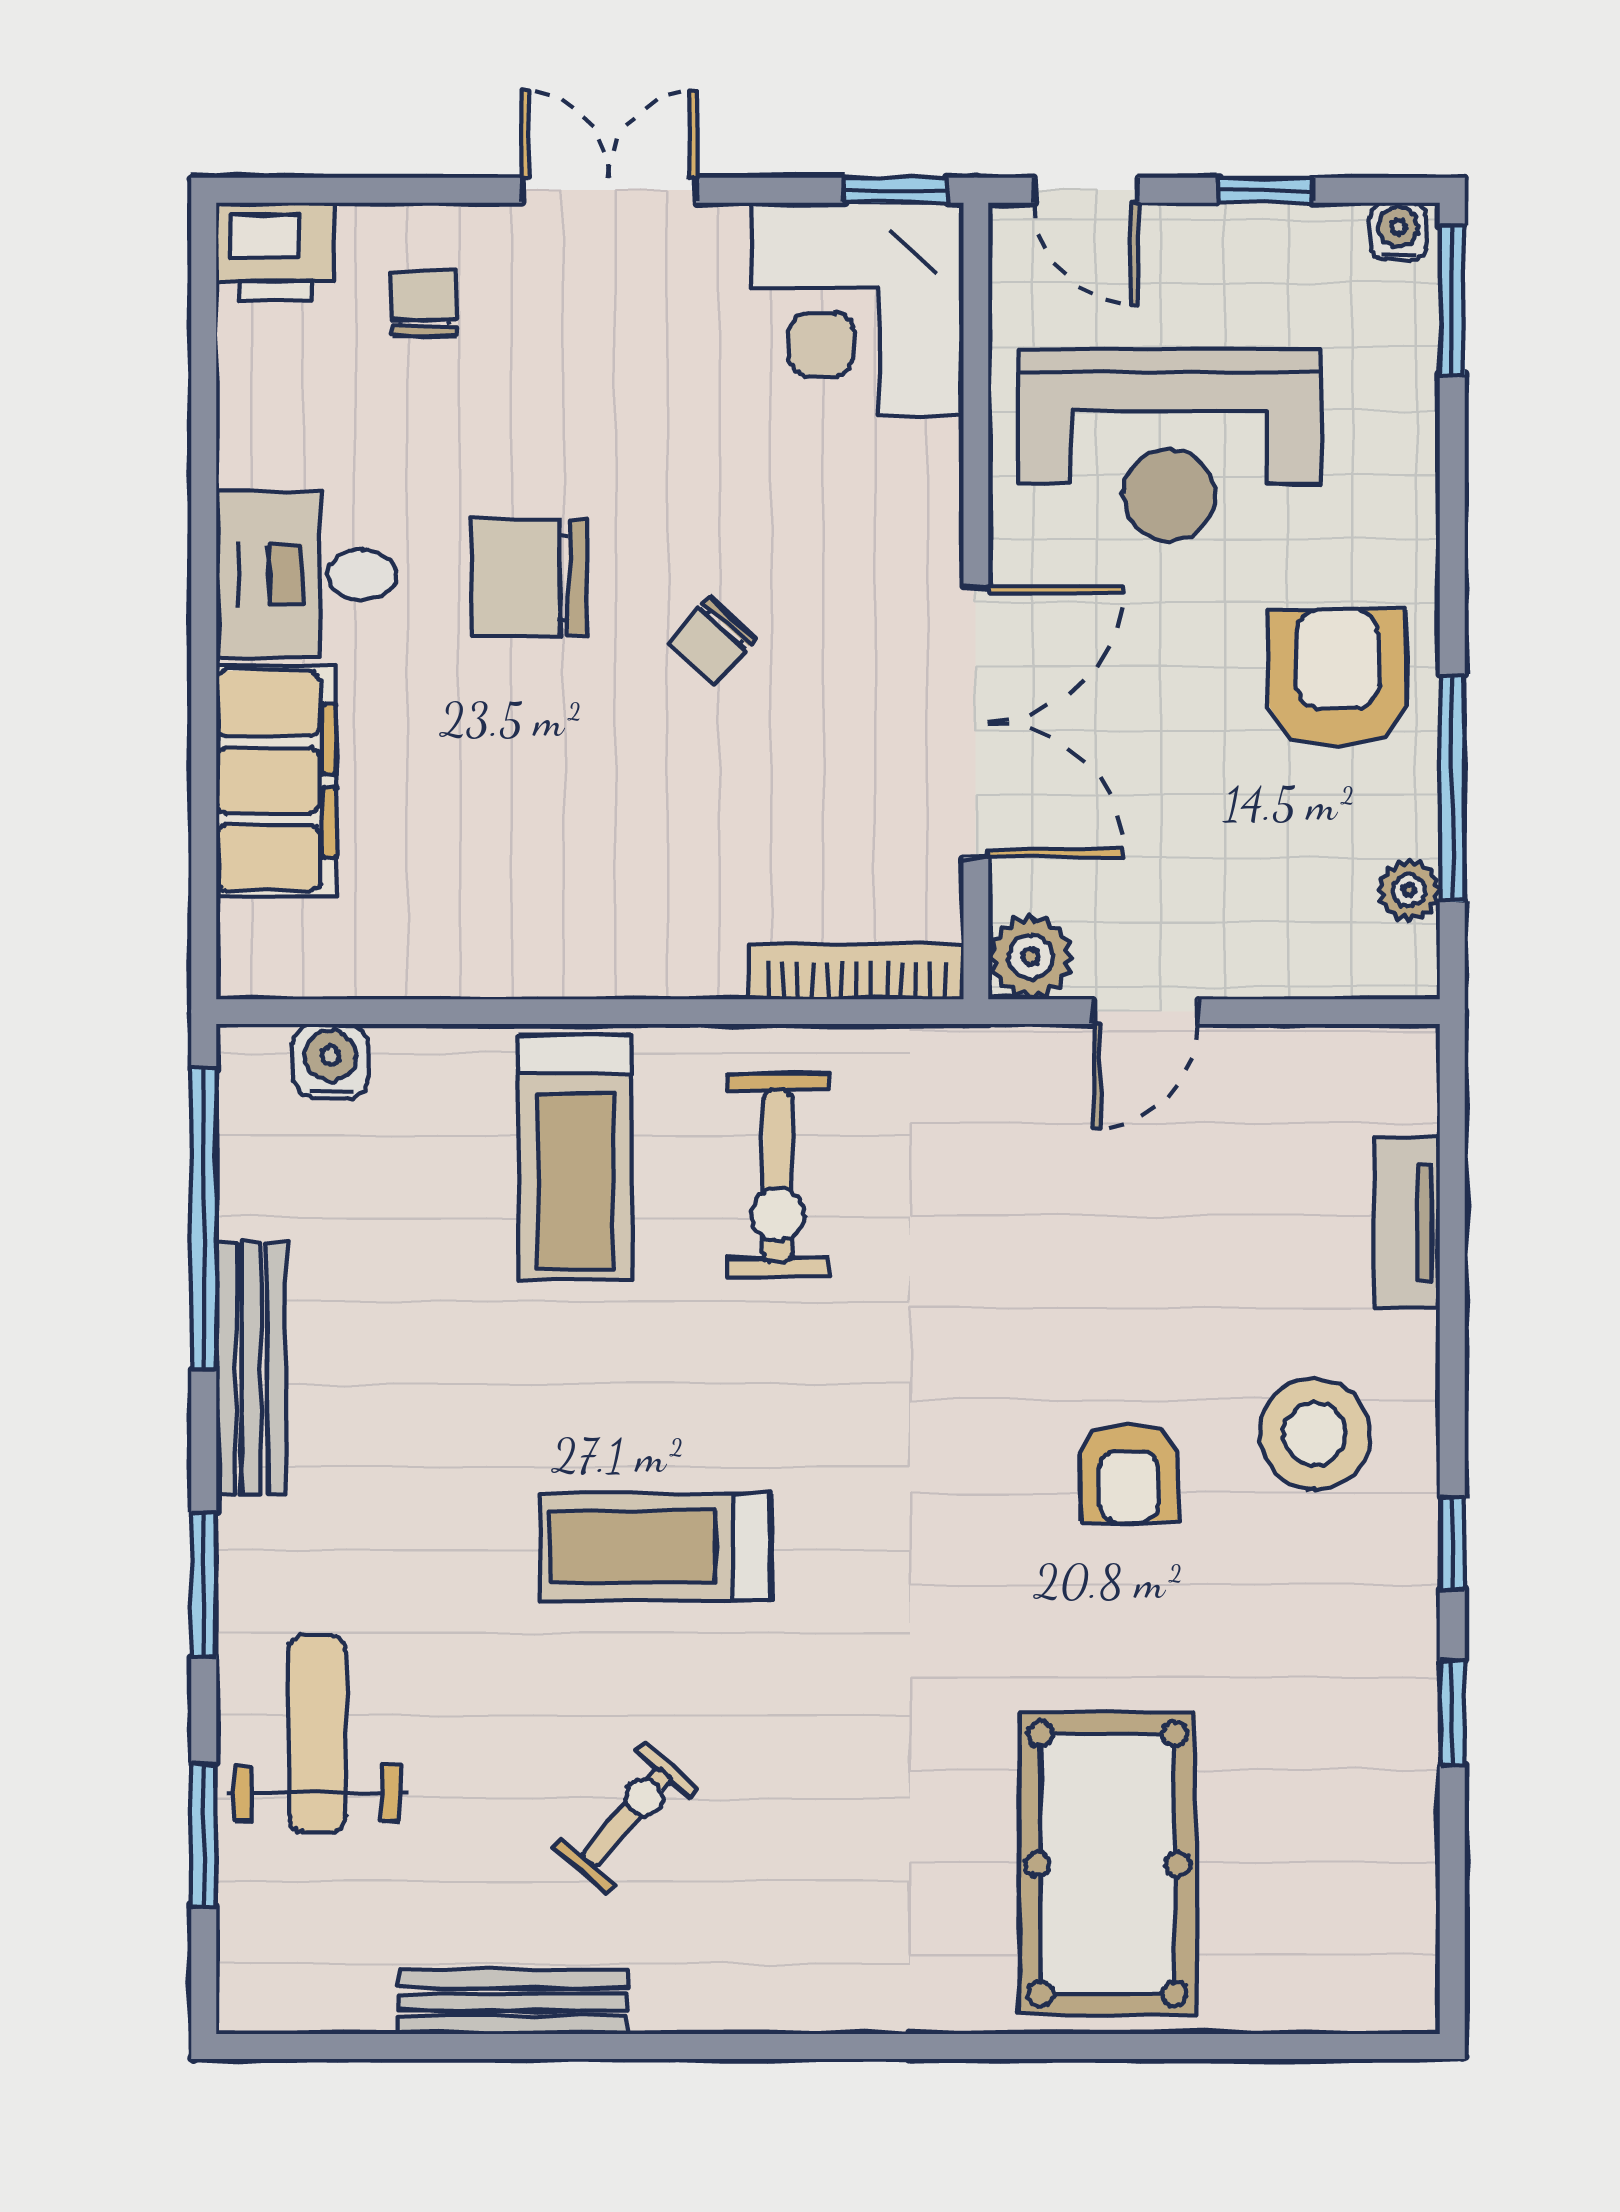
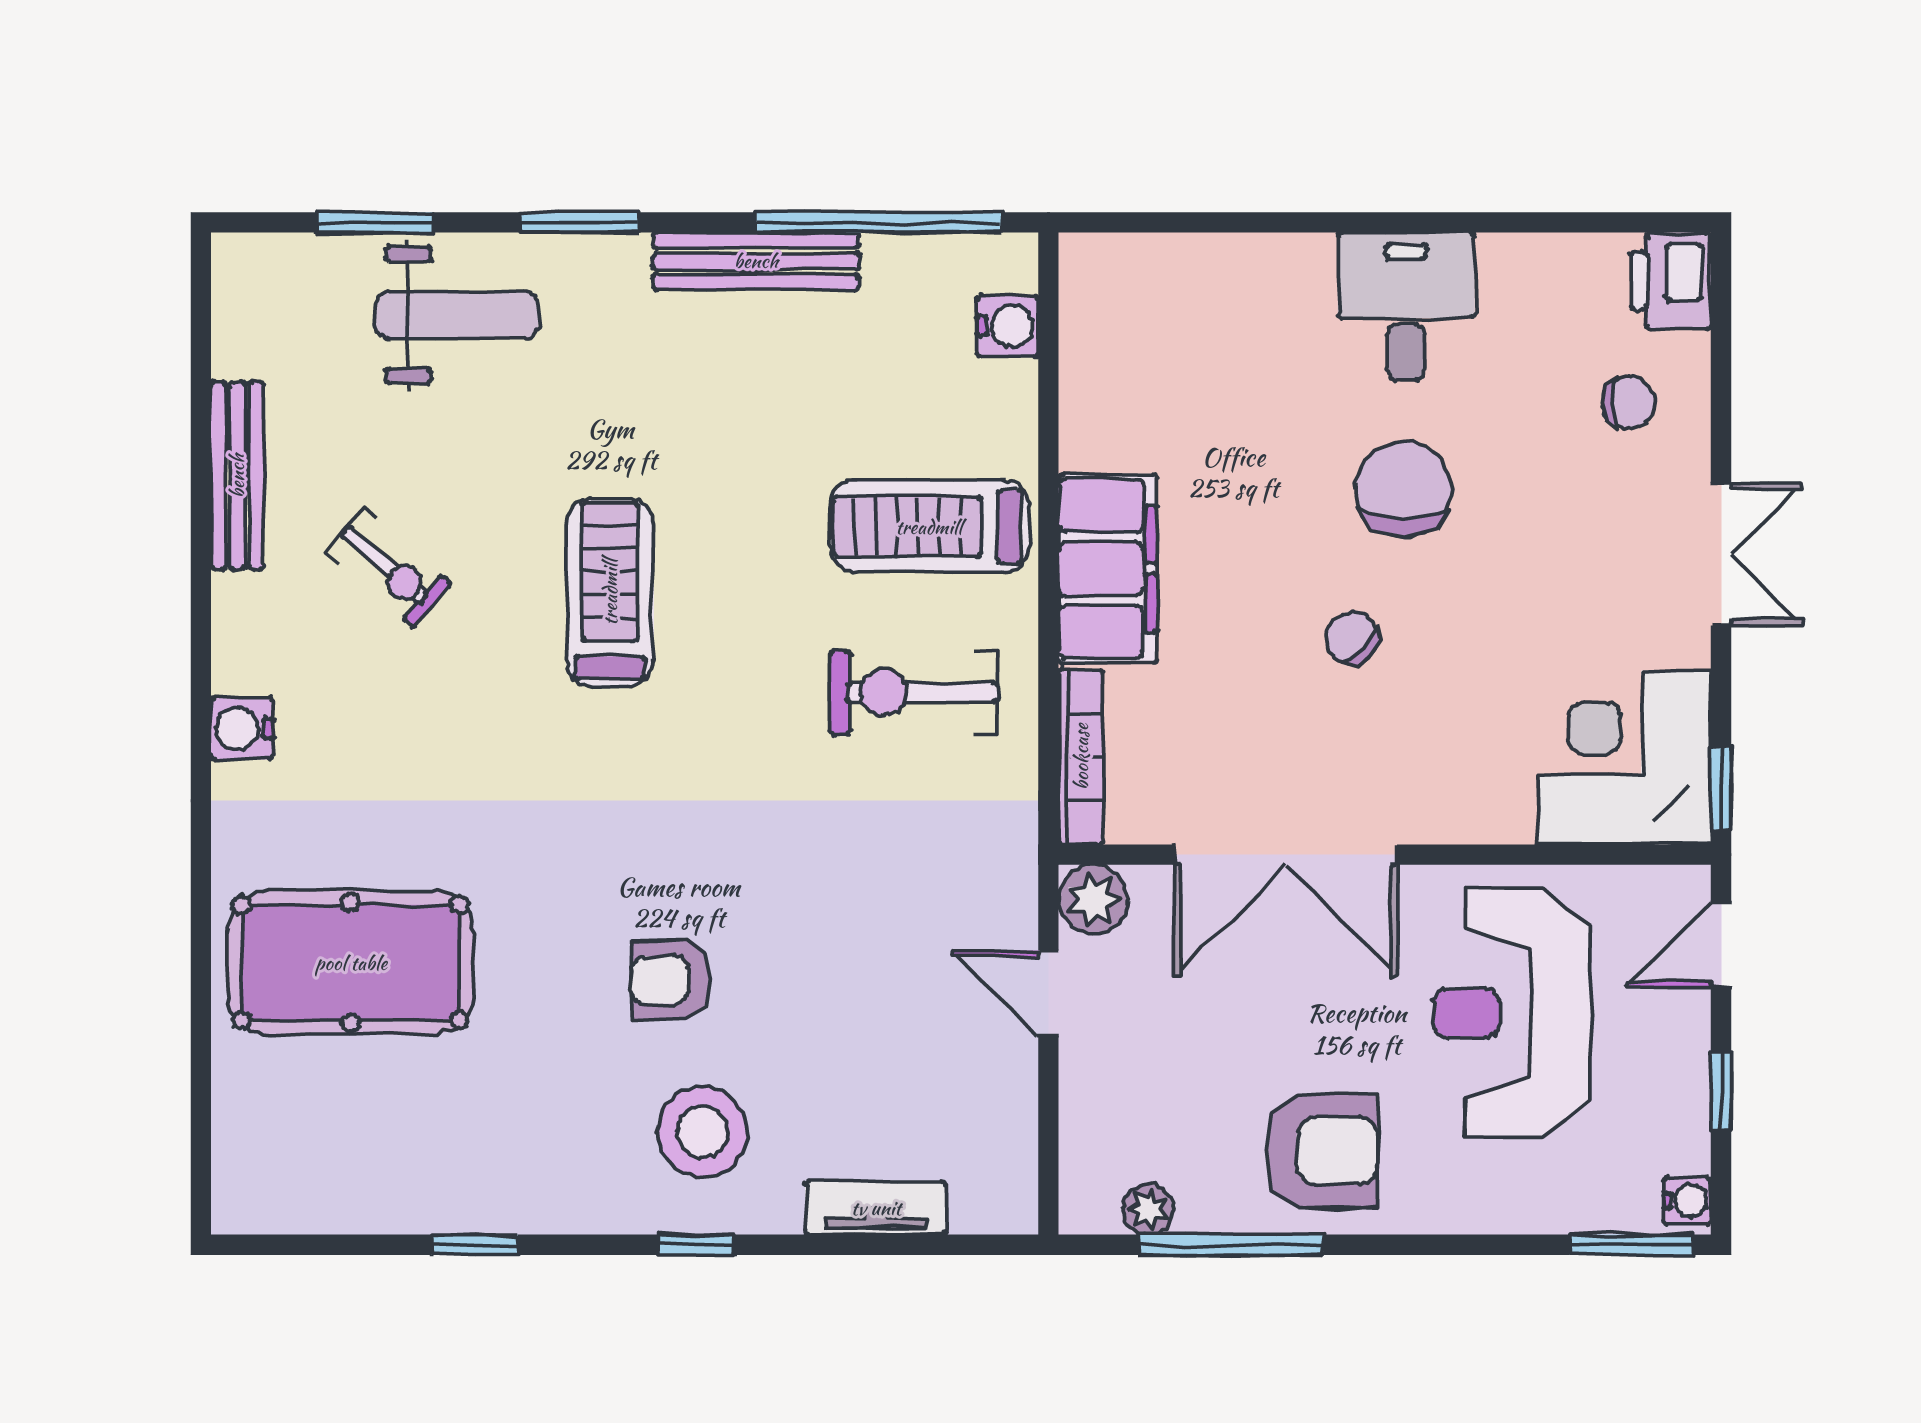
filing cabinet: (276, 781) -> (1108, 569), moved, turned -90
window: (1452, 1544) -> (696, 1245), moved
water cooler: (822, 1996) -> (242, 728), added

